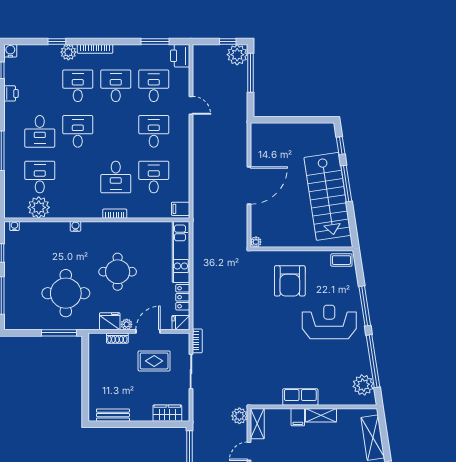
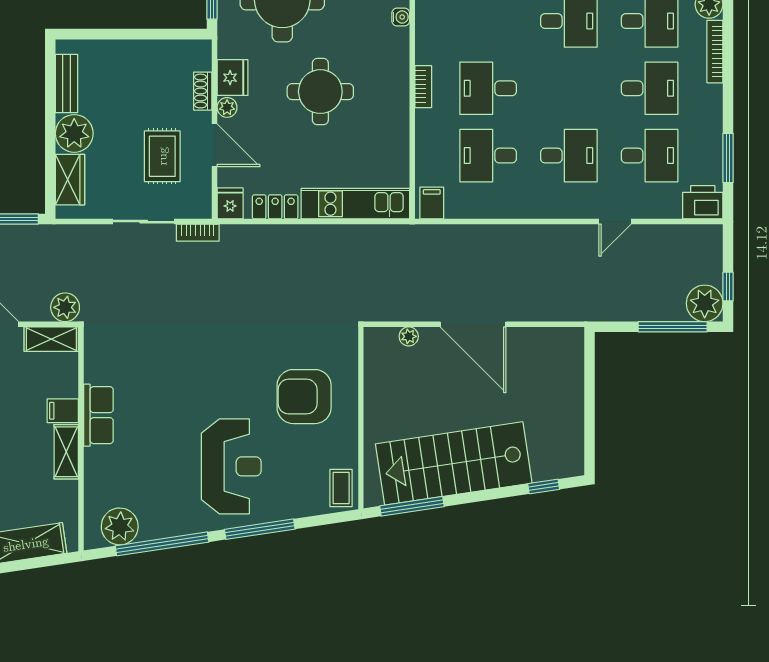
desk: (154, 177) -> (488, 156), turned 180
window: (346, 184) -> (412, 506), moved
plant: (256, 242) -> (409, 336), moved
plant: (141, 411) -> (74, 133), added

